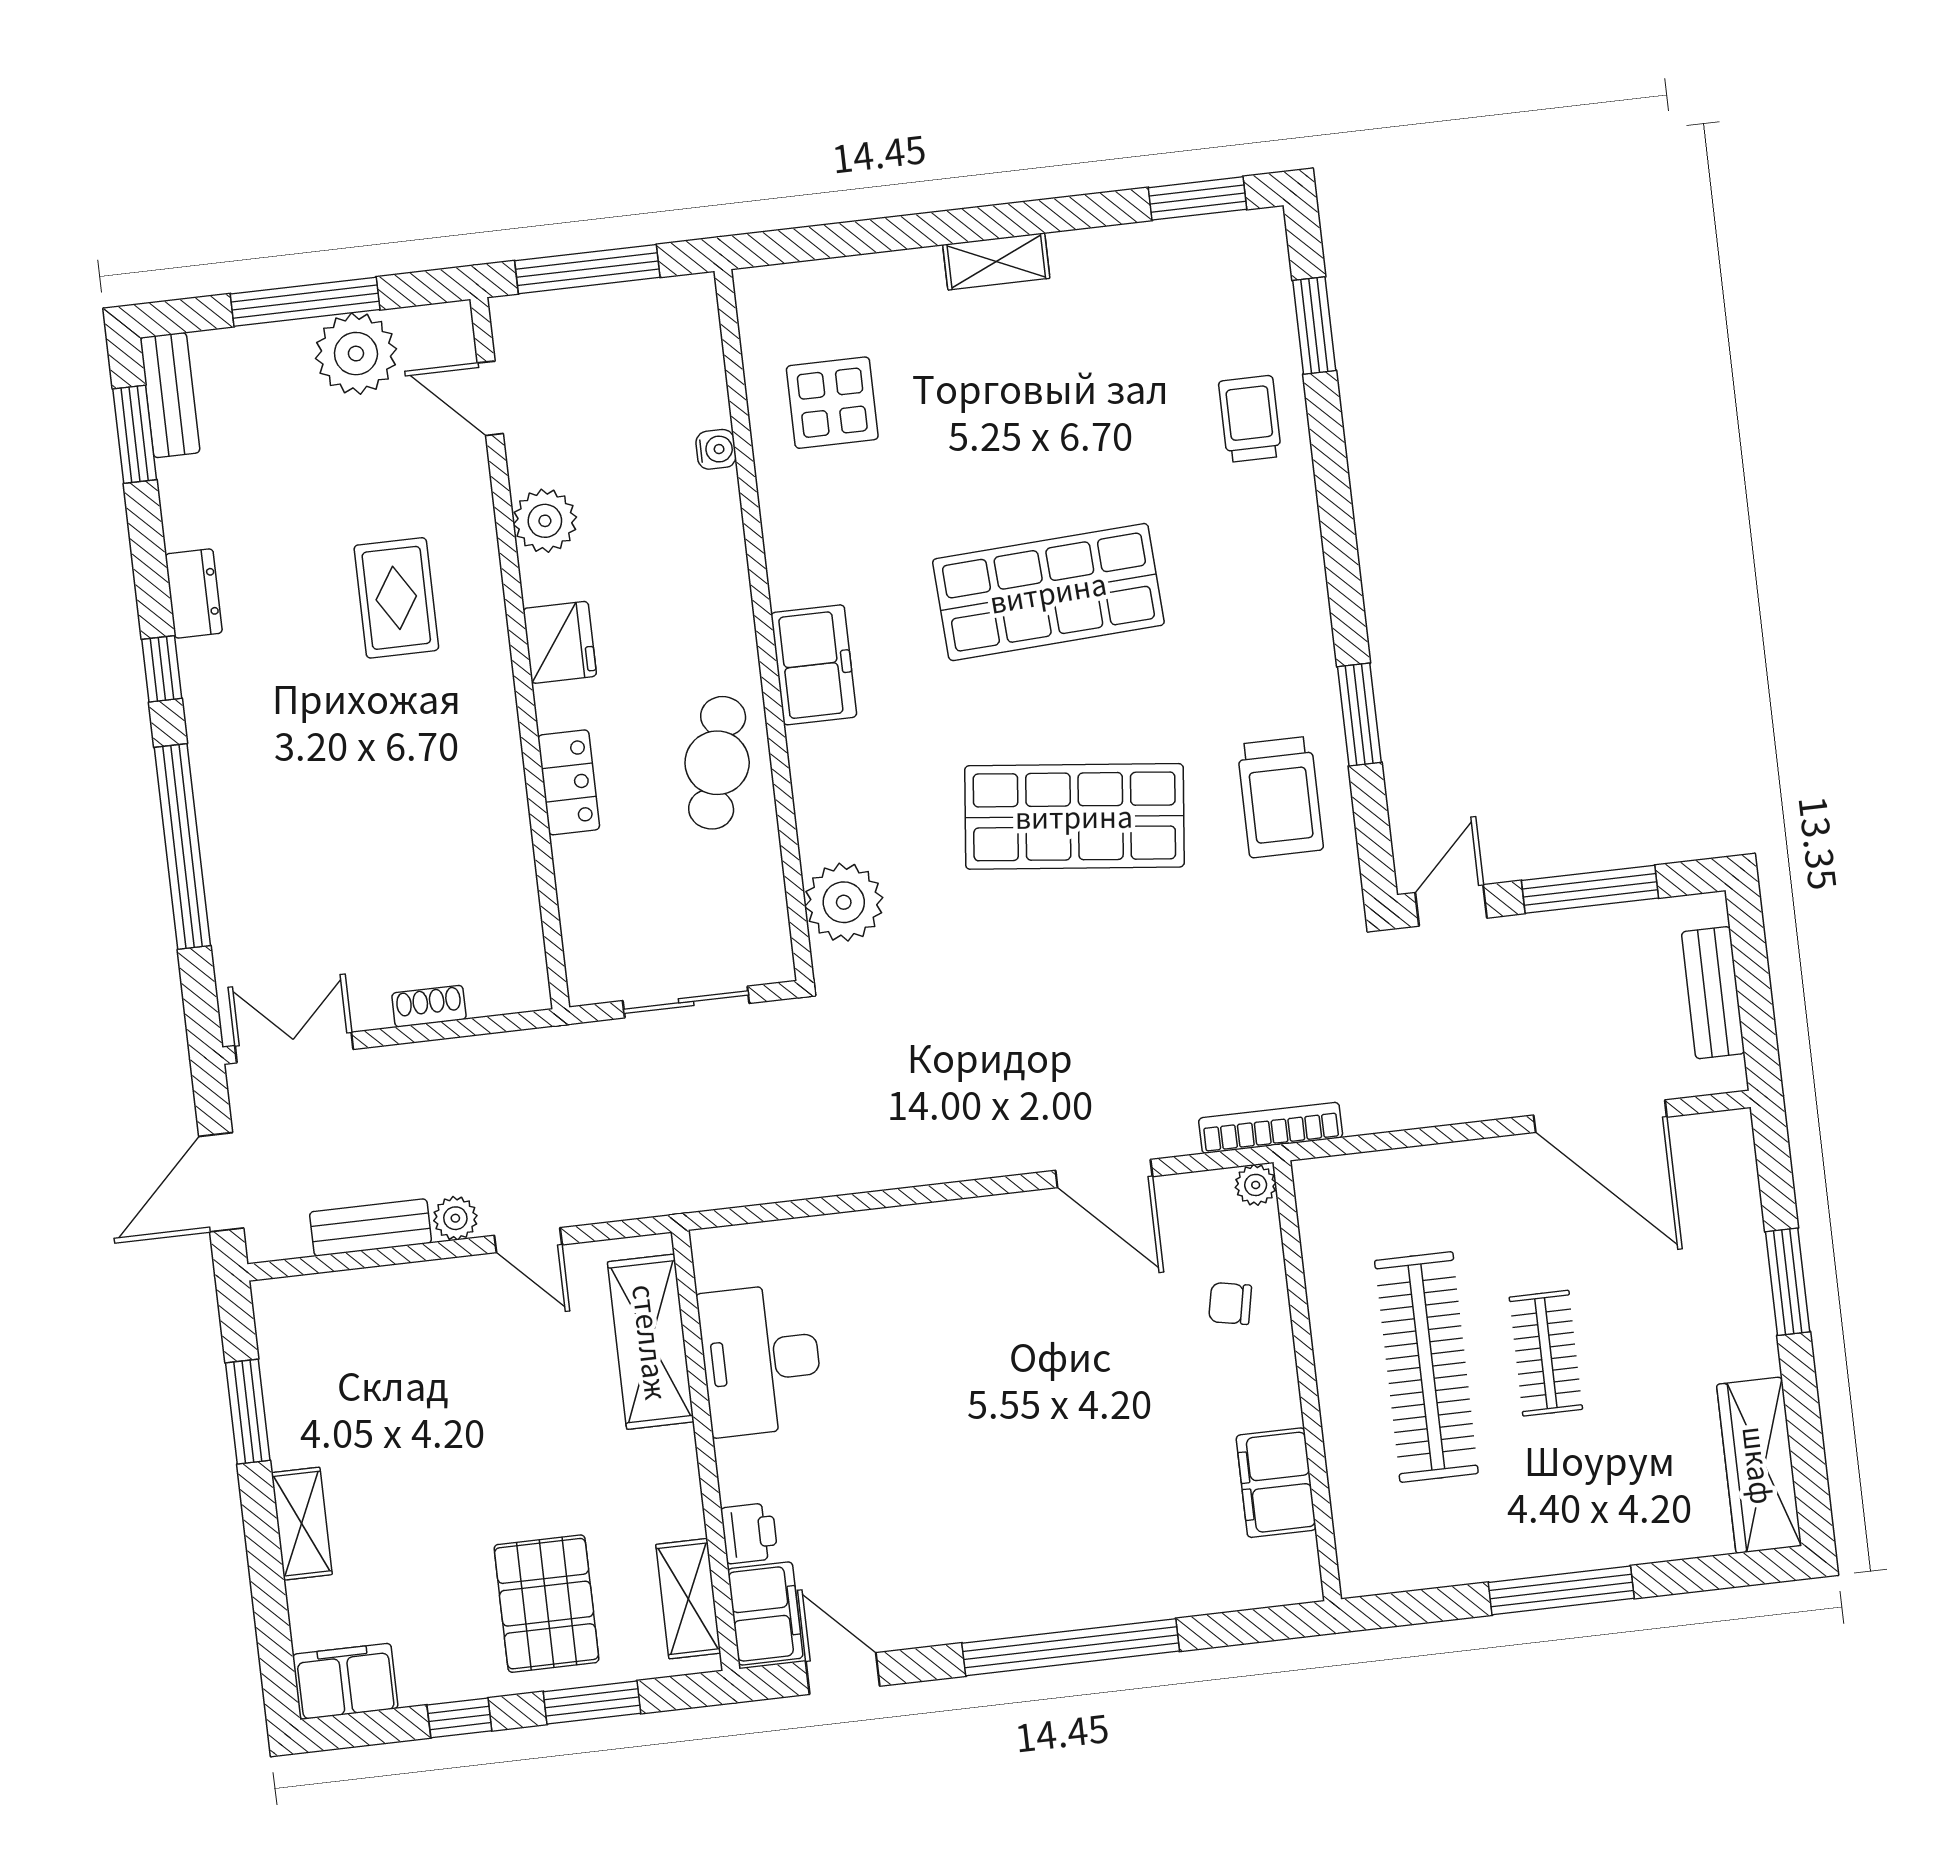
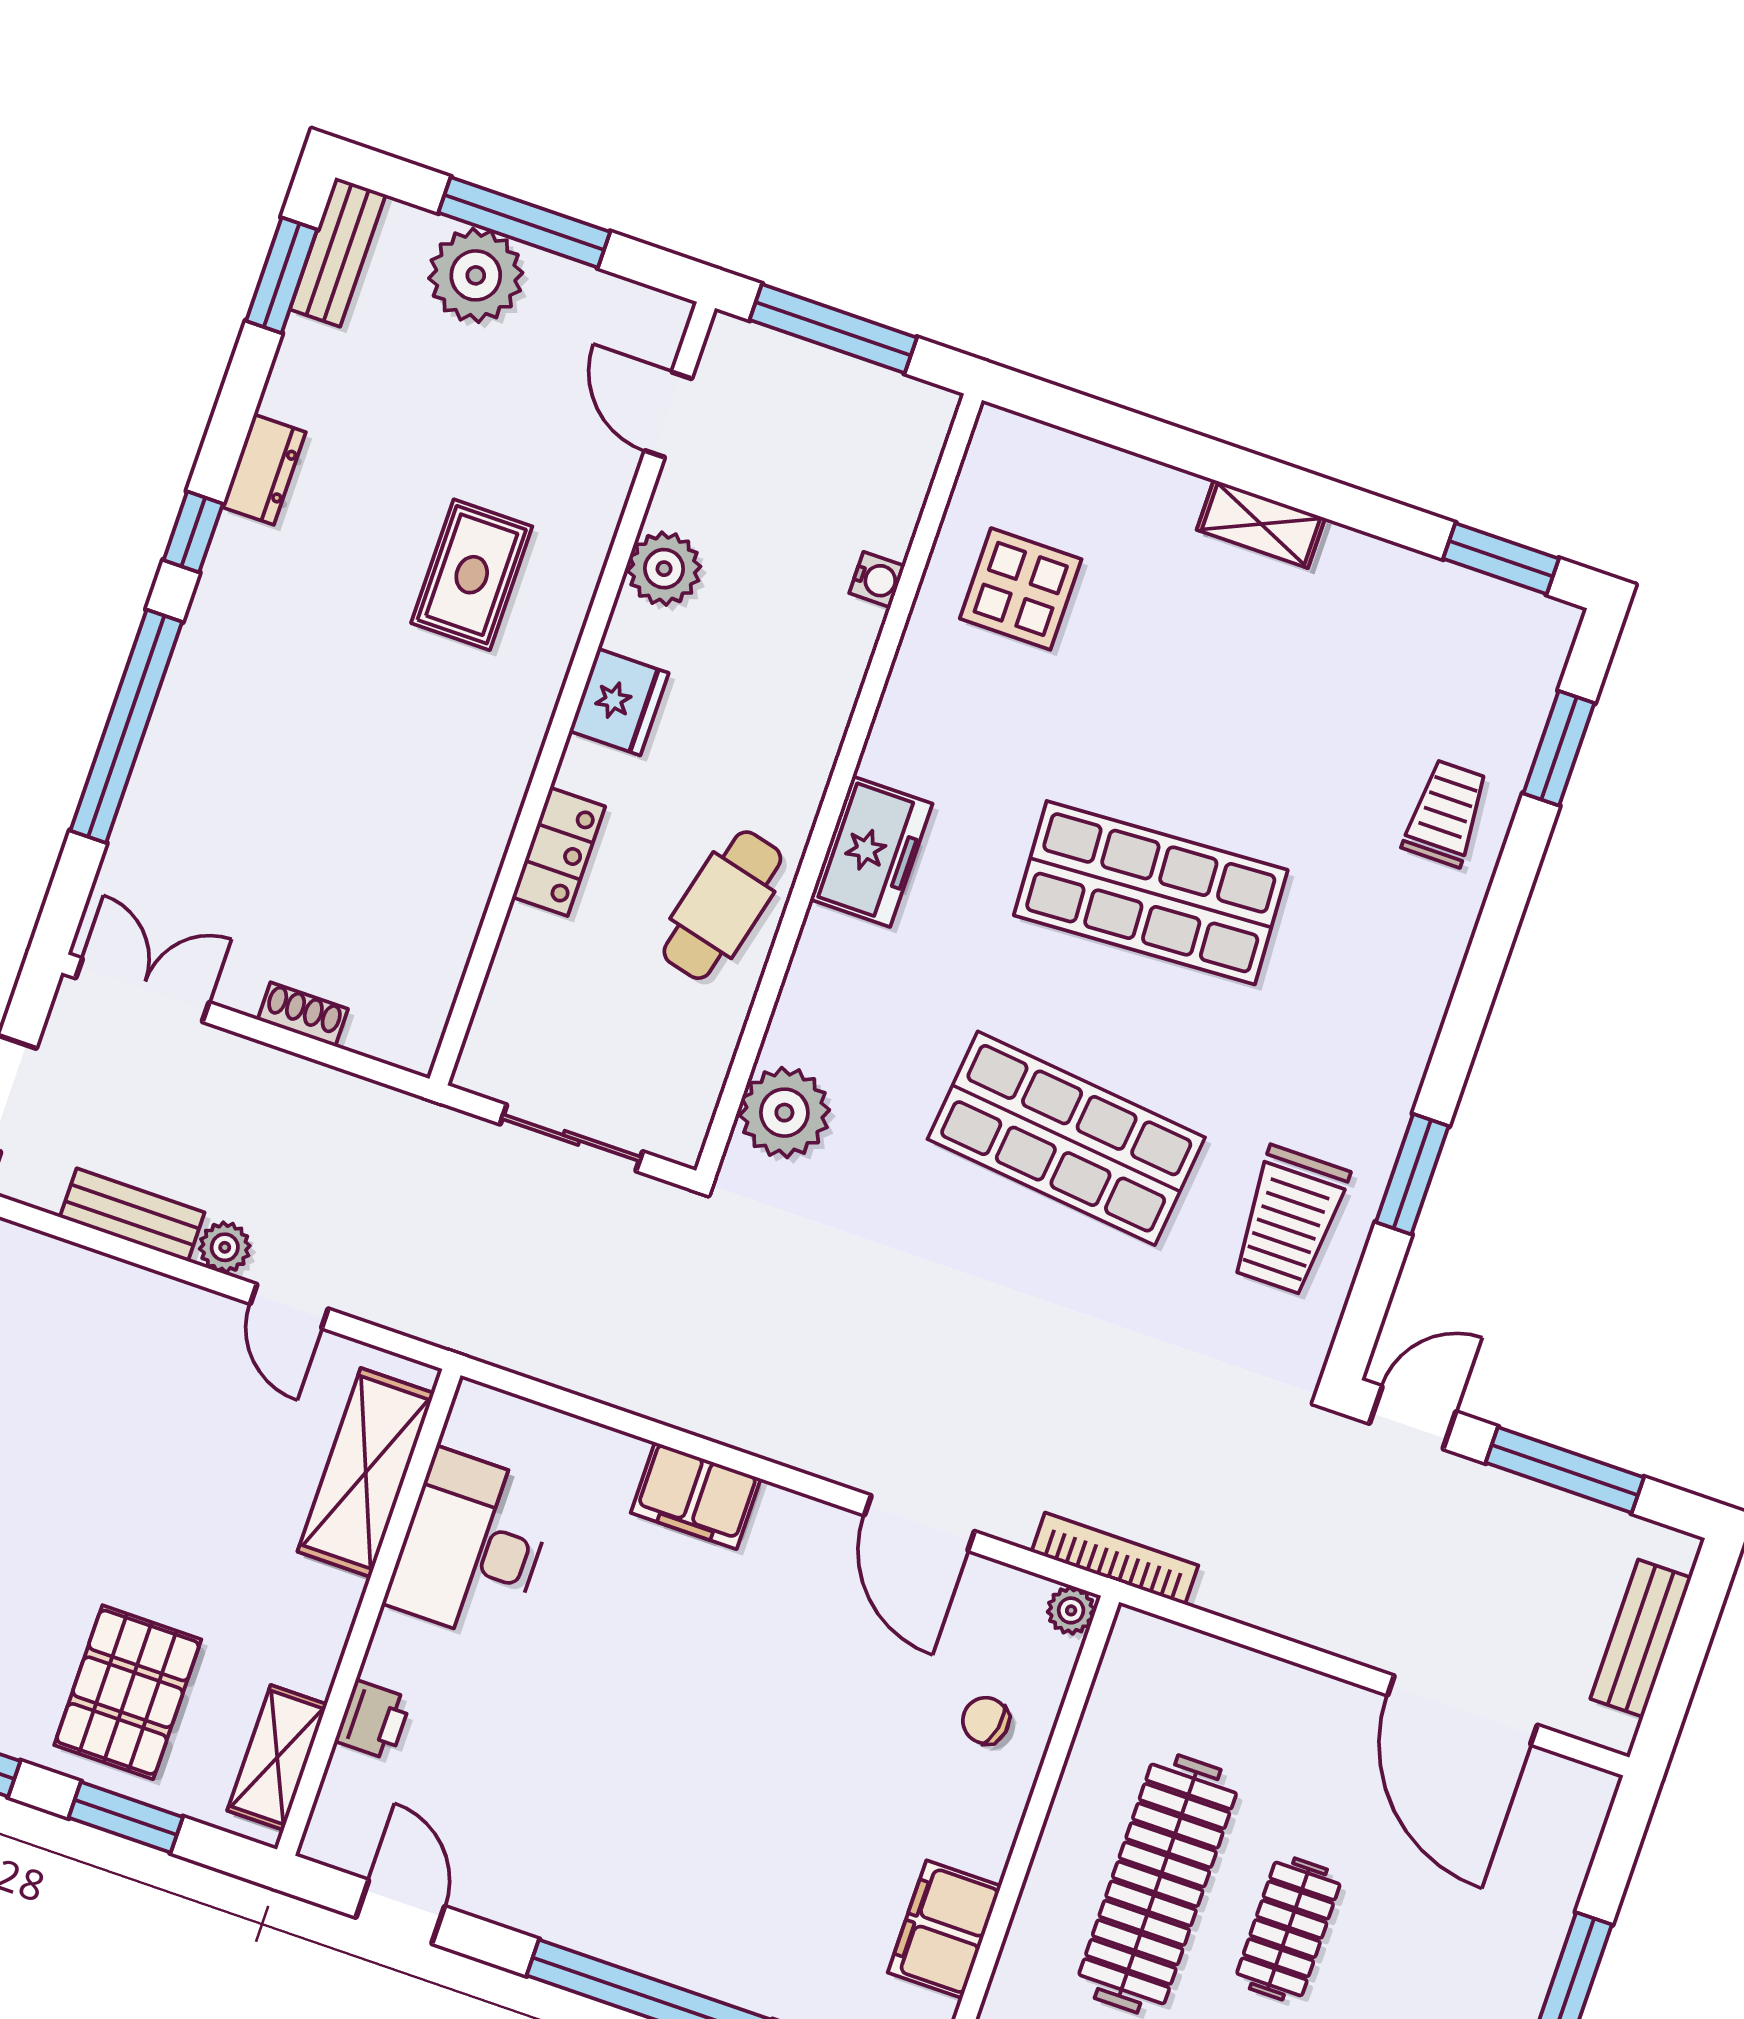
plant: (356, 354) -> (476, 275), moved
filing cabinet: (765, 1613) -> (696, 1496), moved, turned 90

